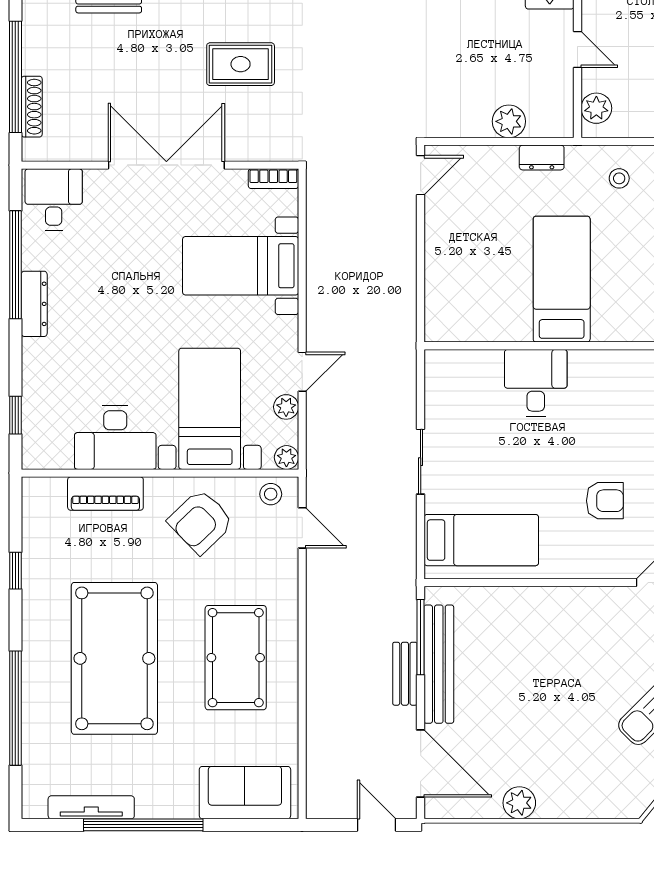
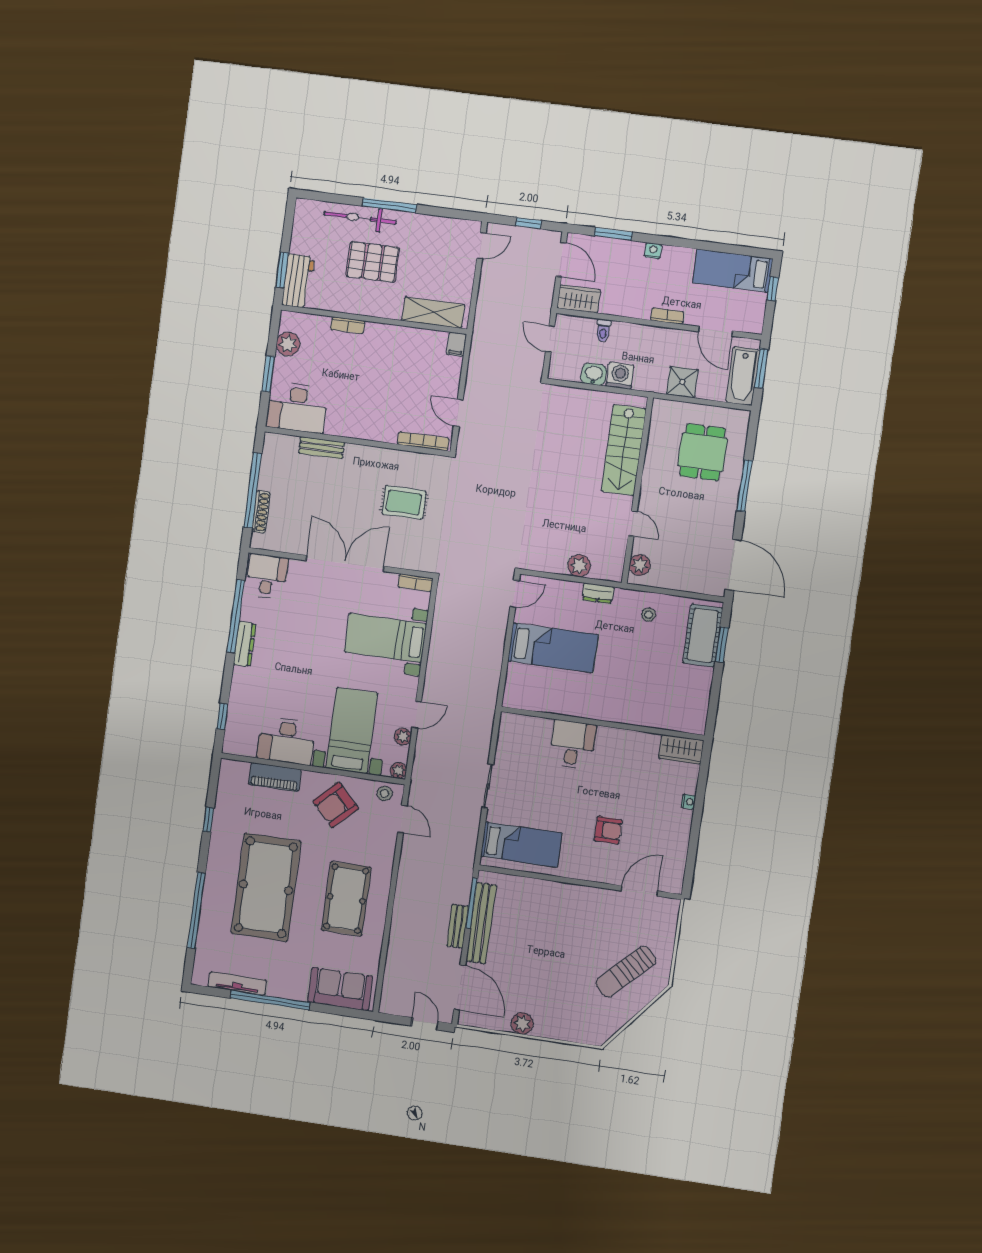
bed: (562, 279) -> (553, 648), moved, turned 90

